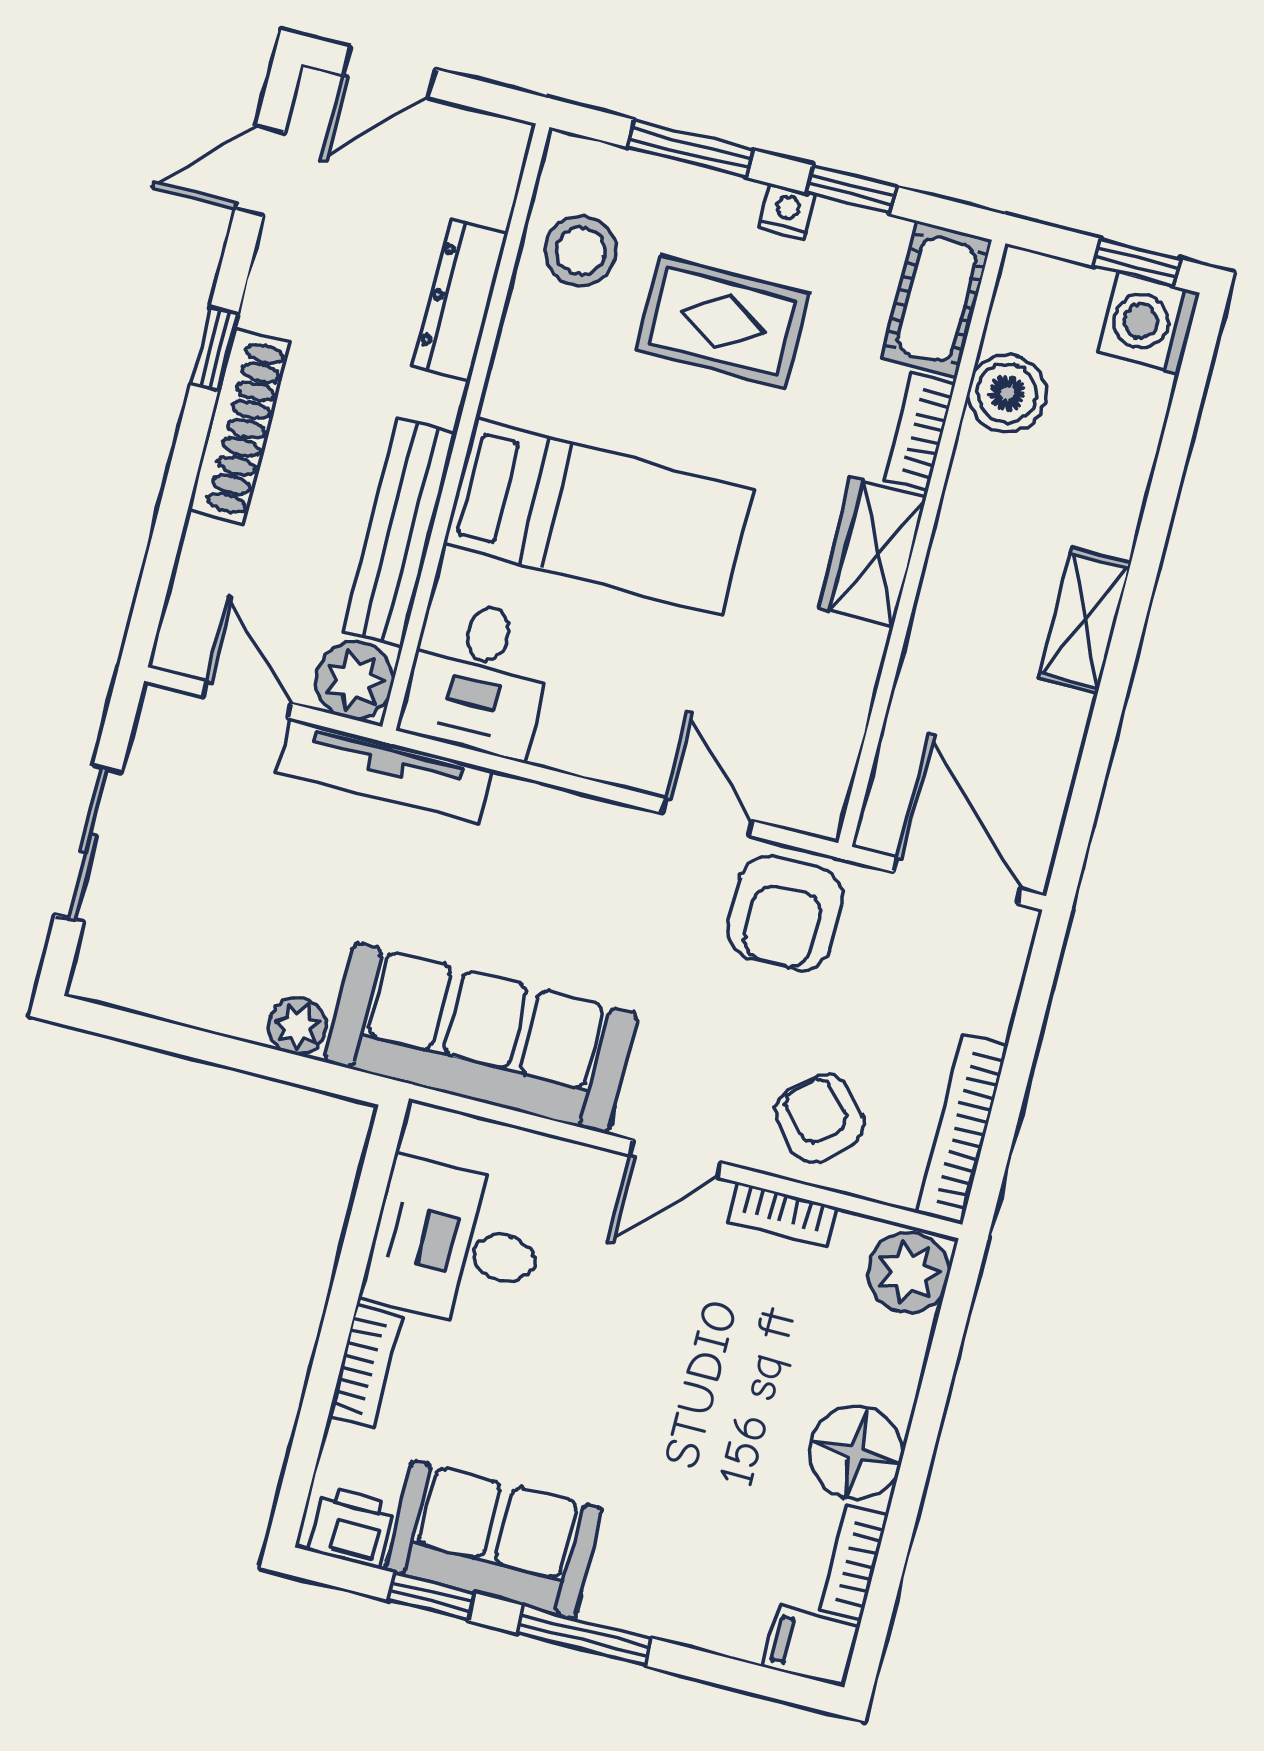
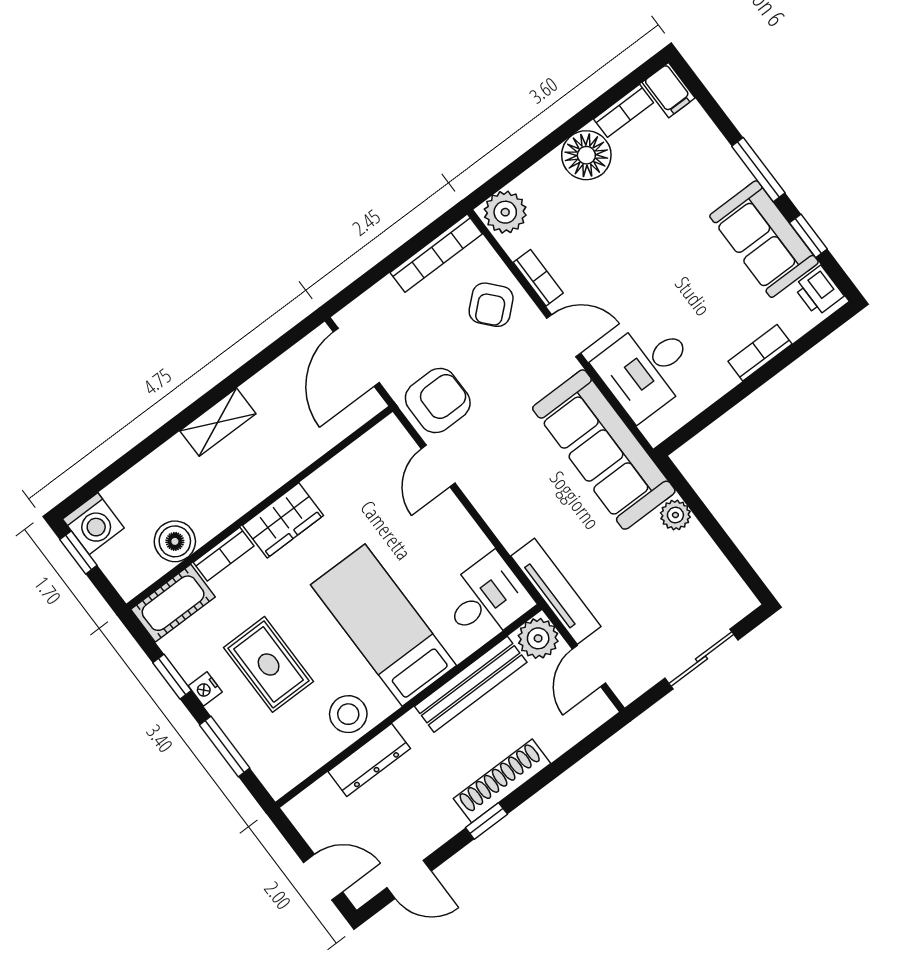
stool: (581, 251) -> (348, 714), moved
desk: (455, 1246) -> (647, 368), moved, turned 90

